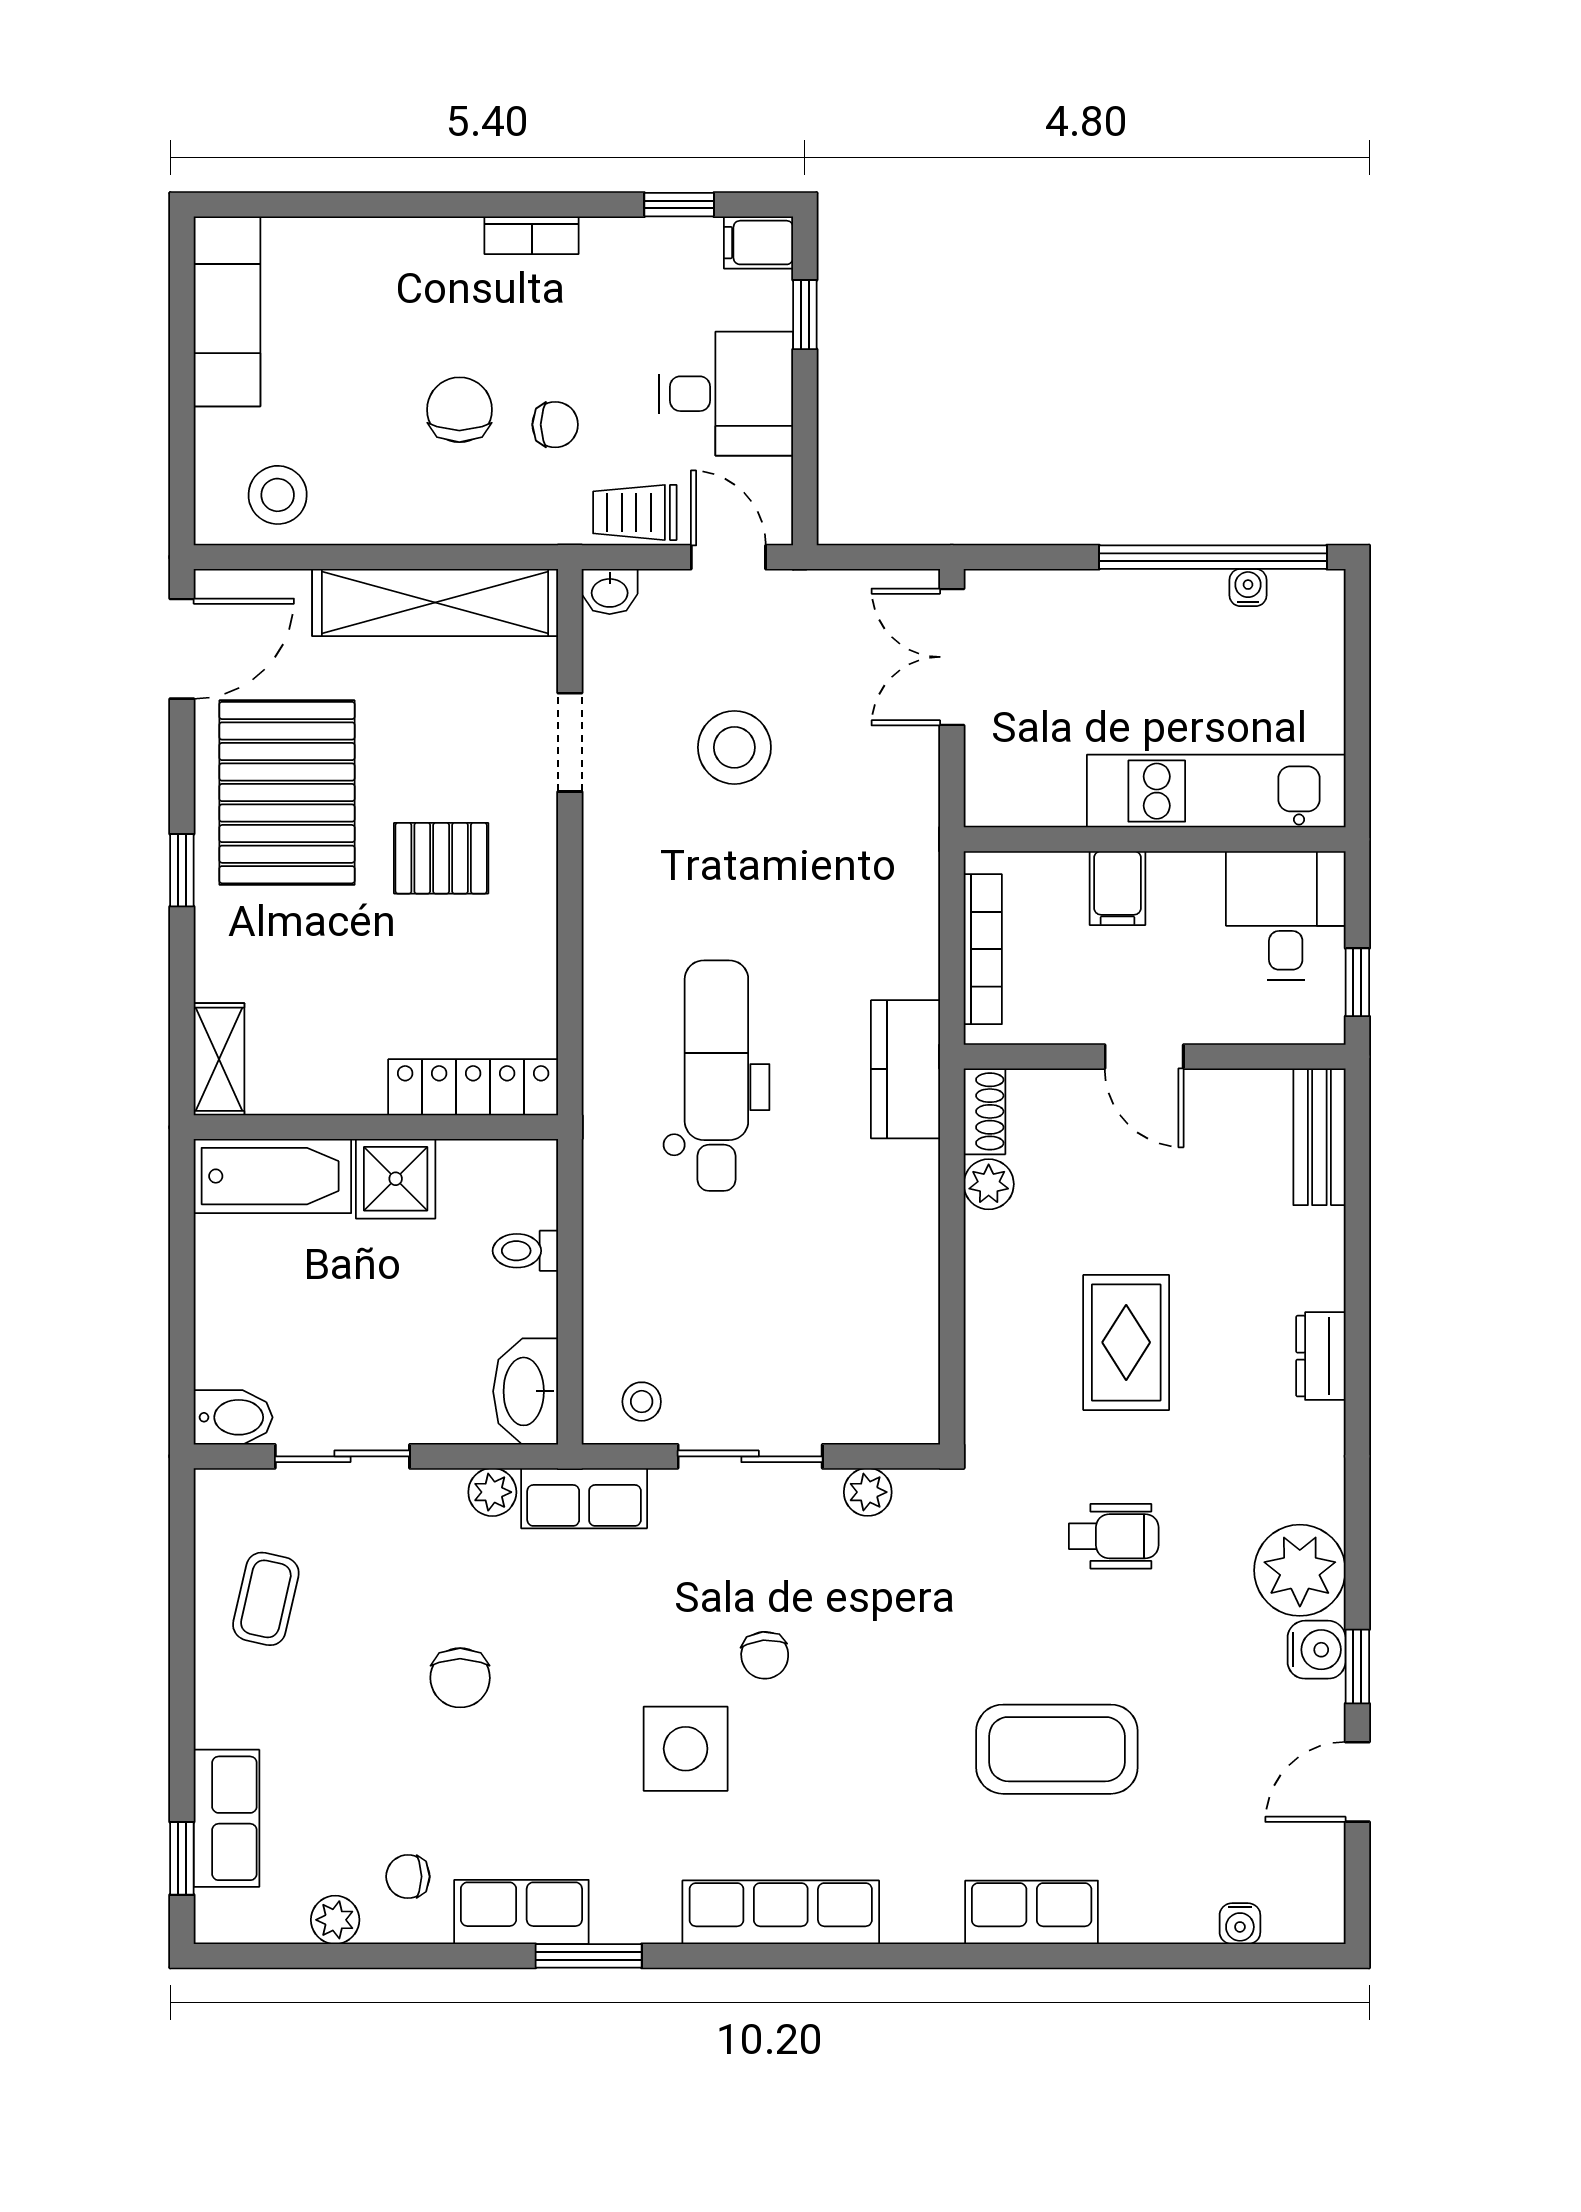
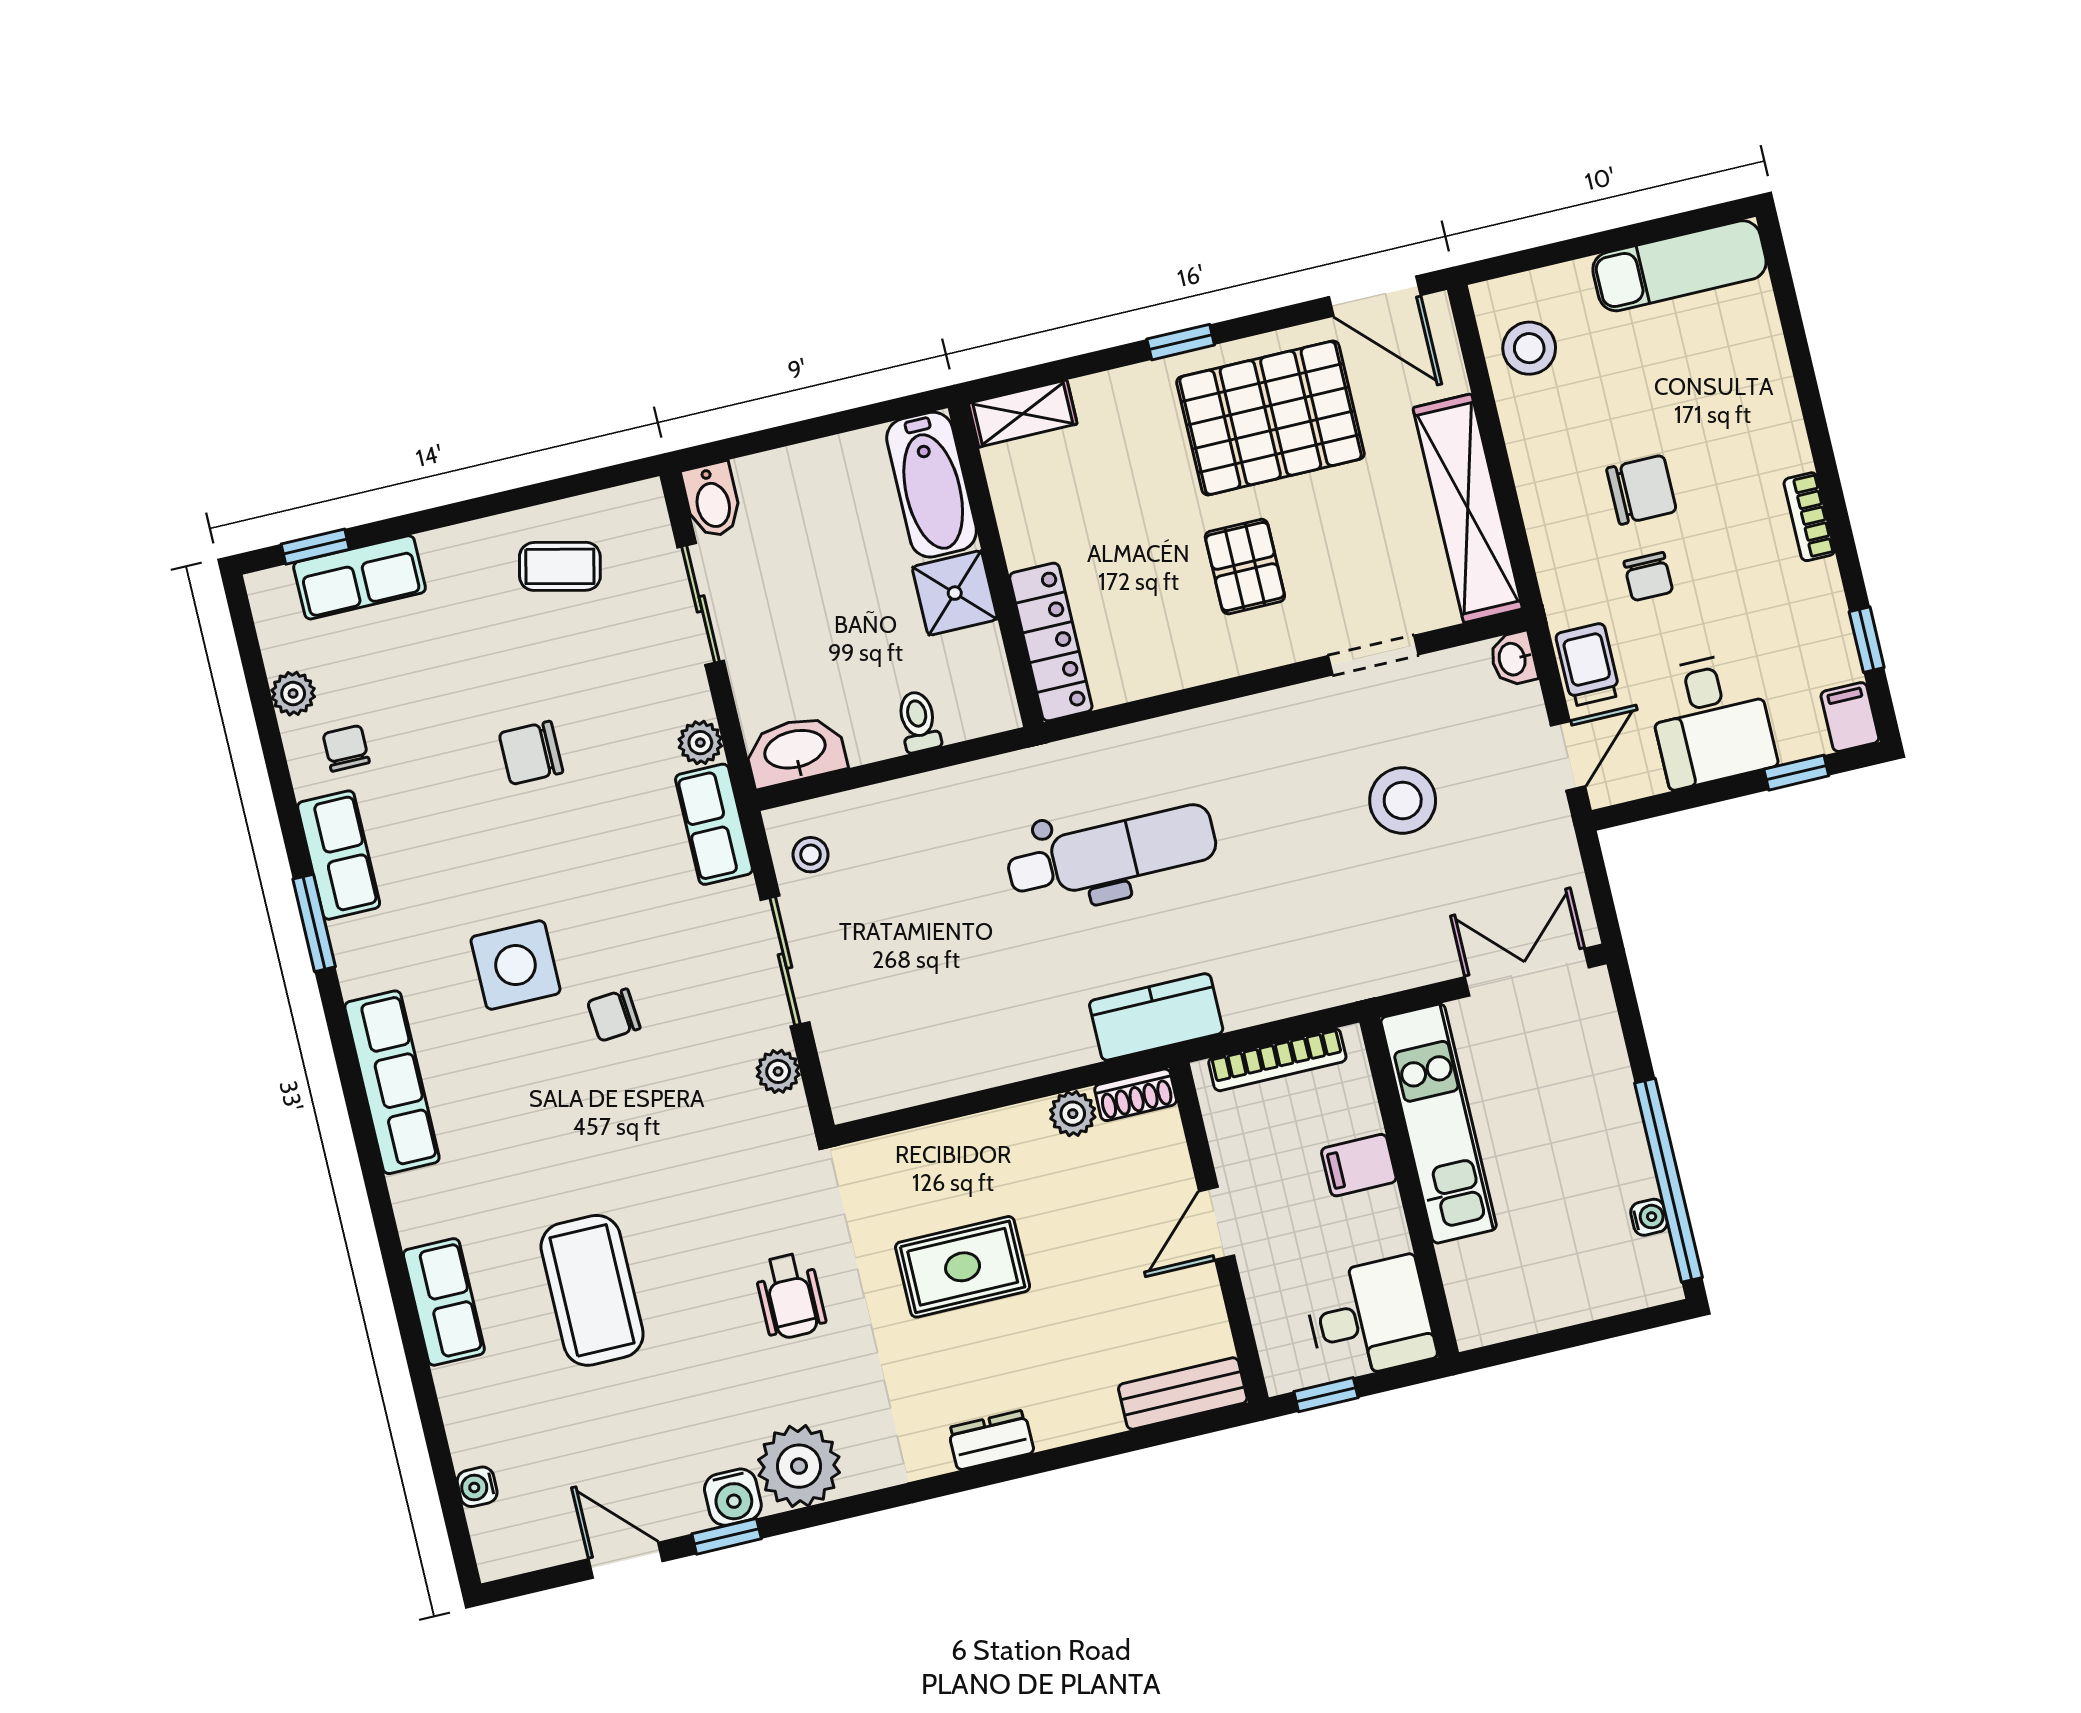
kitchen unit: (1216, 791) -> (1439, 1123), moved

